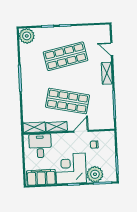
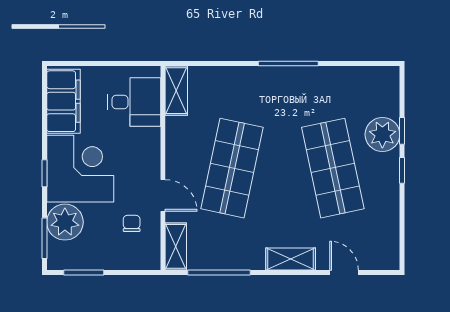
plant: (27, 36) -> (382, 135), moved
door: (112, 49) -> (344, 272), hinge flipped
shelving: (57, 127) -> (176, 246), moved

